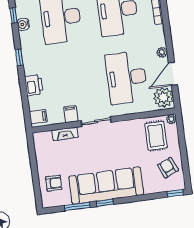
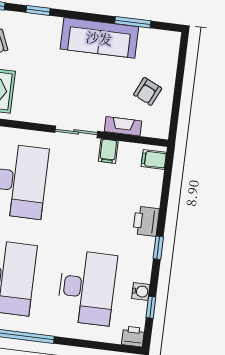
printer: (34, 85) -> (146, 221), moved
armchair: (54, 183) -> (148, 91), moved, turned -65
sofa: (106, 185) -> (99, 38), width x0.74, depth x0.79
window: (105, 203) -> (38, 10), moved

